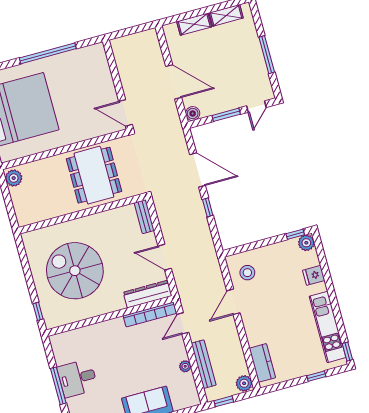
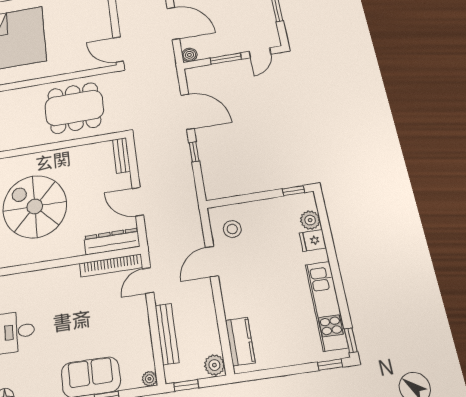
dining table: (94, 175) -> (74, 108), turned 90
plant: (306, 243) -> (310, 220), moved
plant: (185, 366) -> (149, 379), moved
window: (316, 376) -> (330, 365), moved

